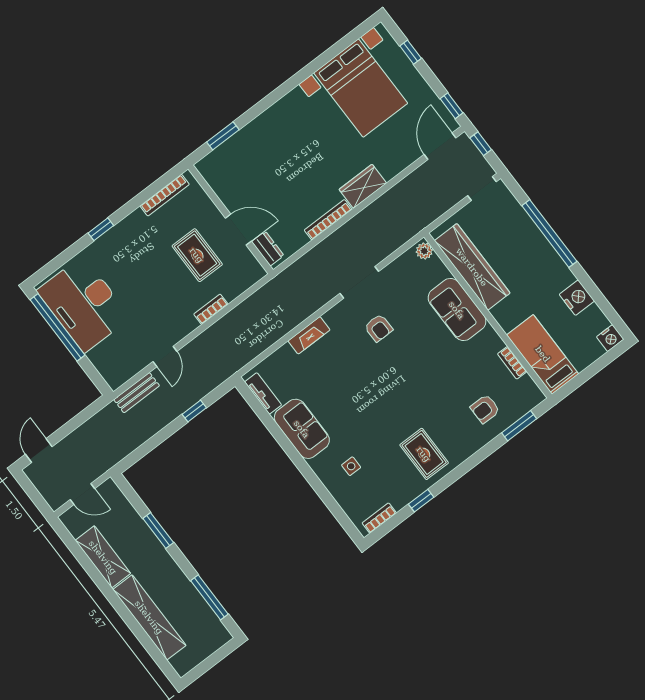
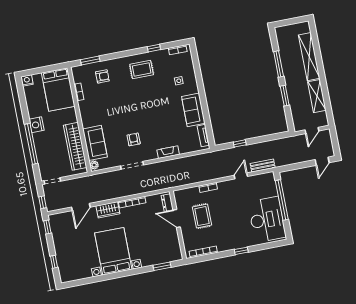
bed with nightstands: (361, 88) -> (113, 251), moved
door: (440, 146) -> (81, 207), moved
nightstand: (577, 298) -> (37, 125), moved
sofa: (457, 310) -> (95, 143), moved
window: (57, 327) -> (282, 200), moved
bed: (543, 354) -> (58, 89), width x1.50
rug: (424, 454) -> (142, 69), turned 90
door: (82, 494) -> (312, 130), swing flipped
window: (209, 597) -> (279, 64), moved

